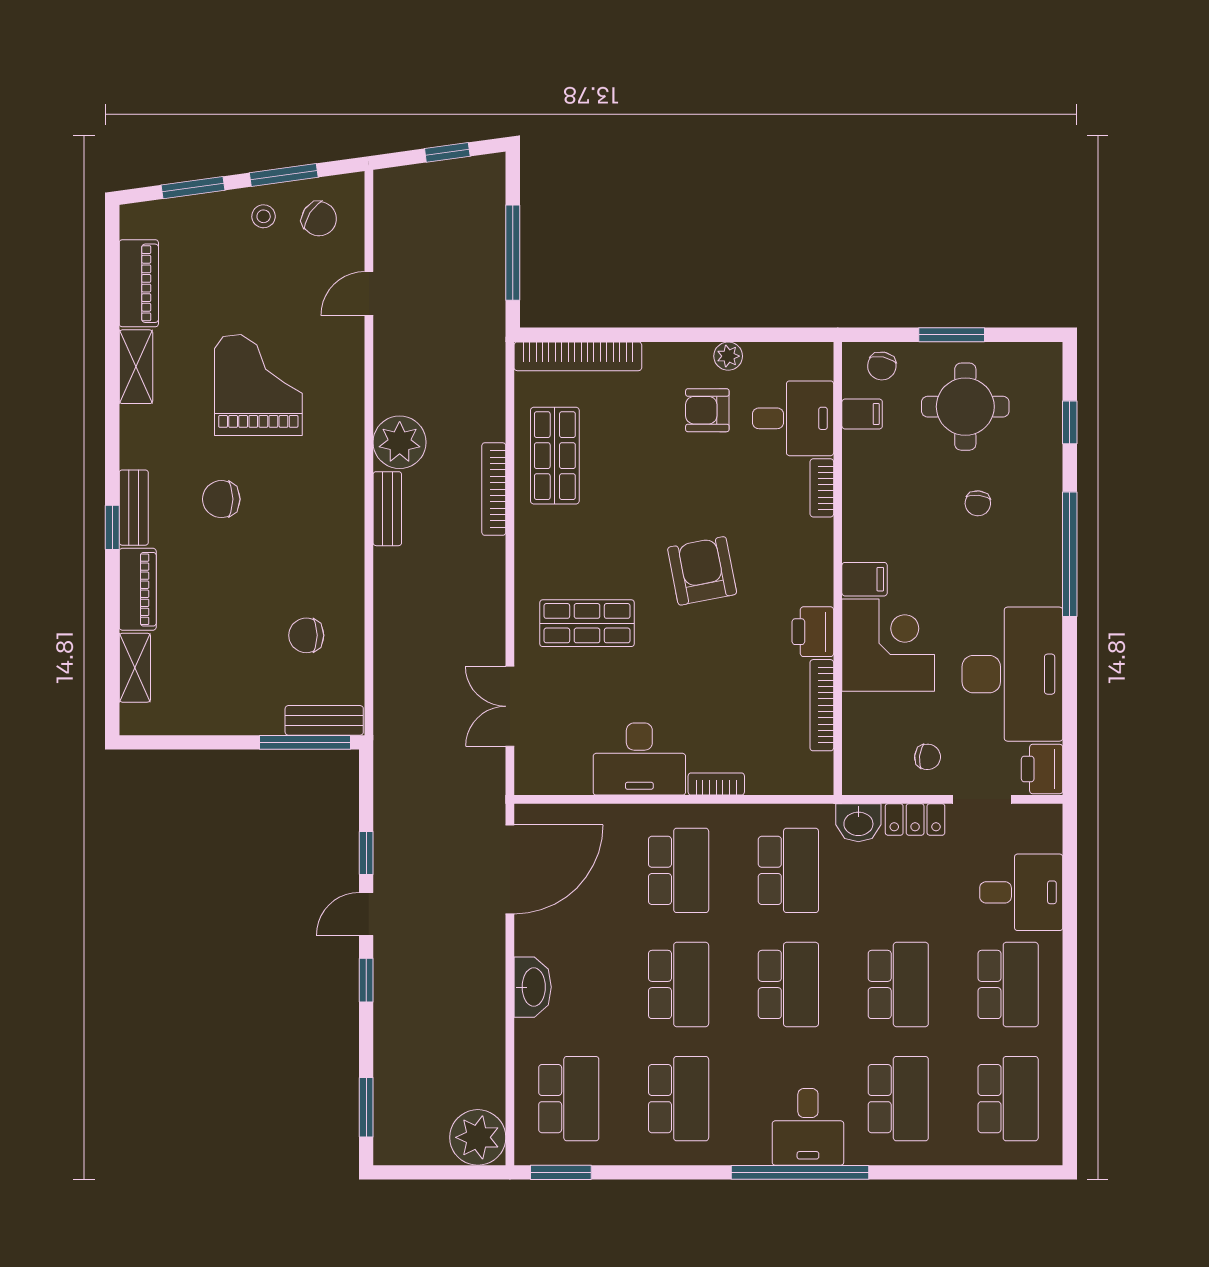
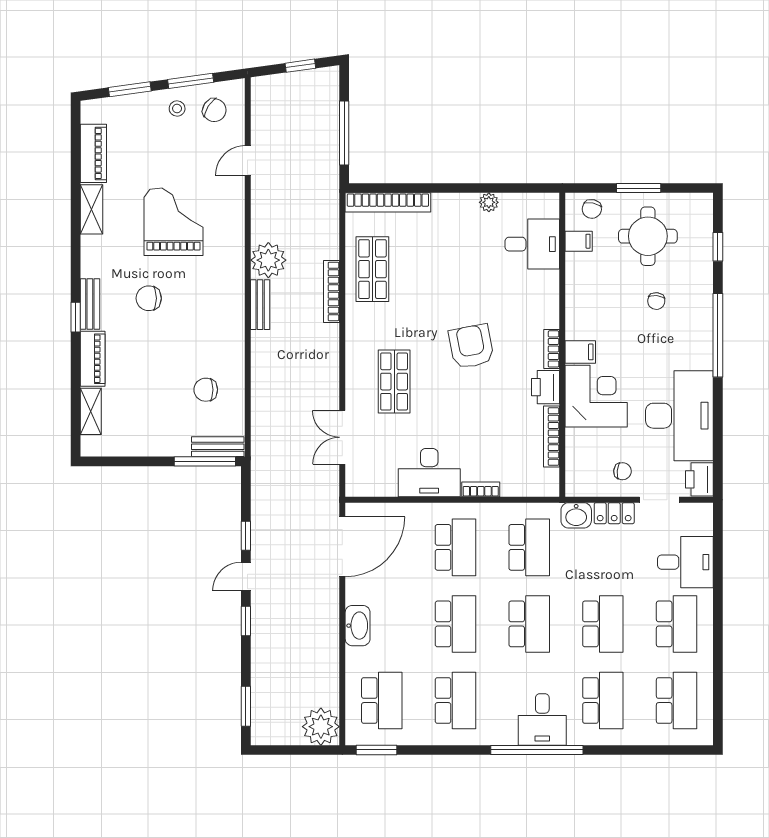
armchair: (707, 410) -> (475, 239), removed
bookcase: (822, 488) -> (552, 349), moved
shop shelf: (587, 623) -> (394, 382), turned 90

